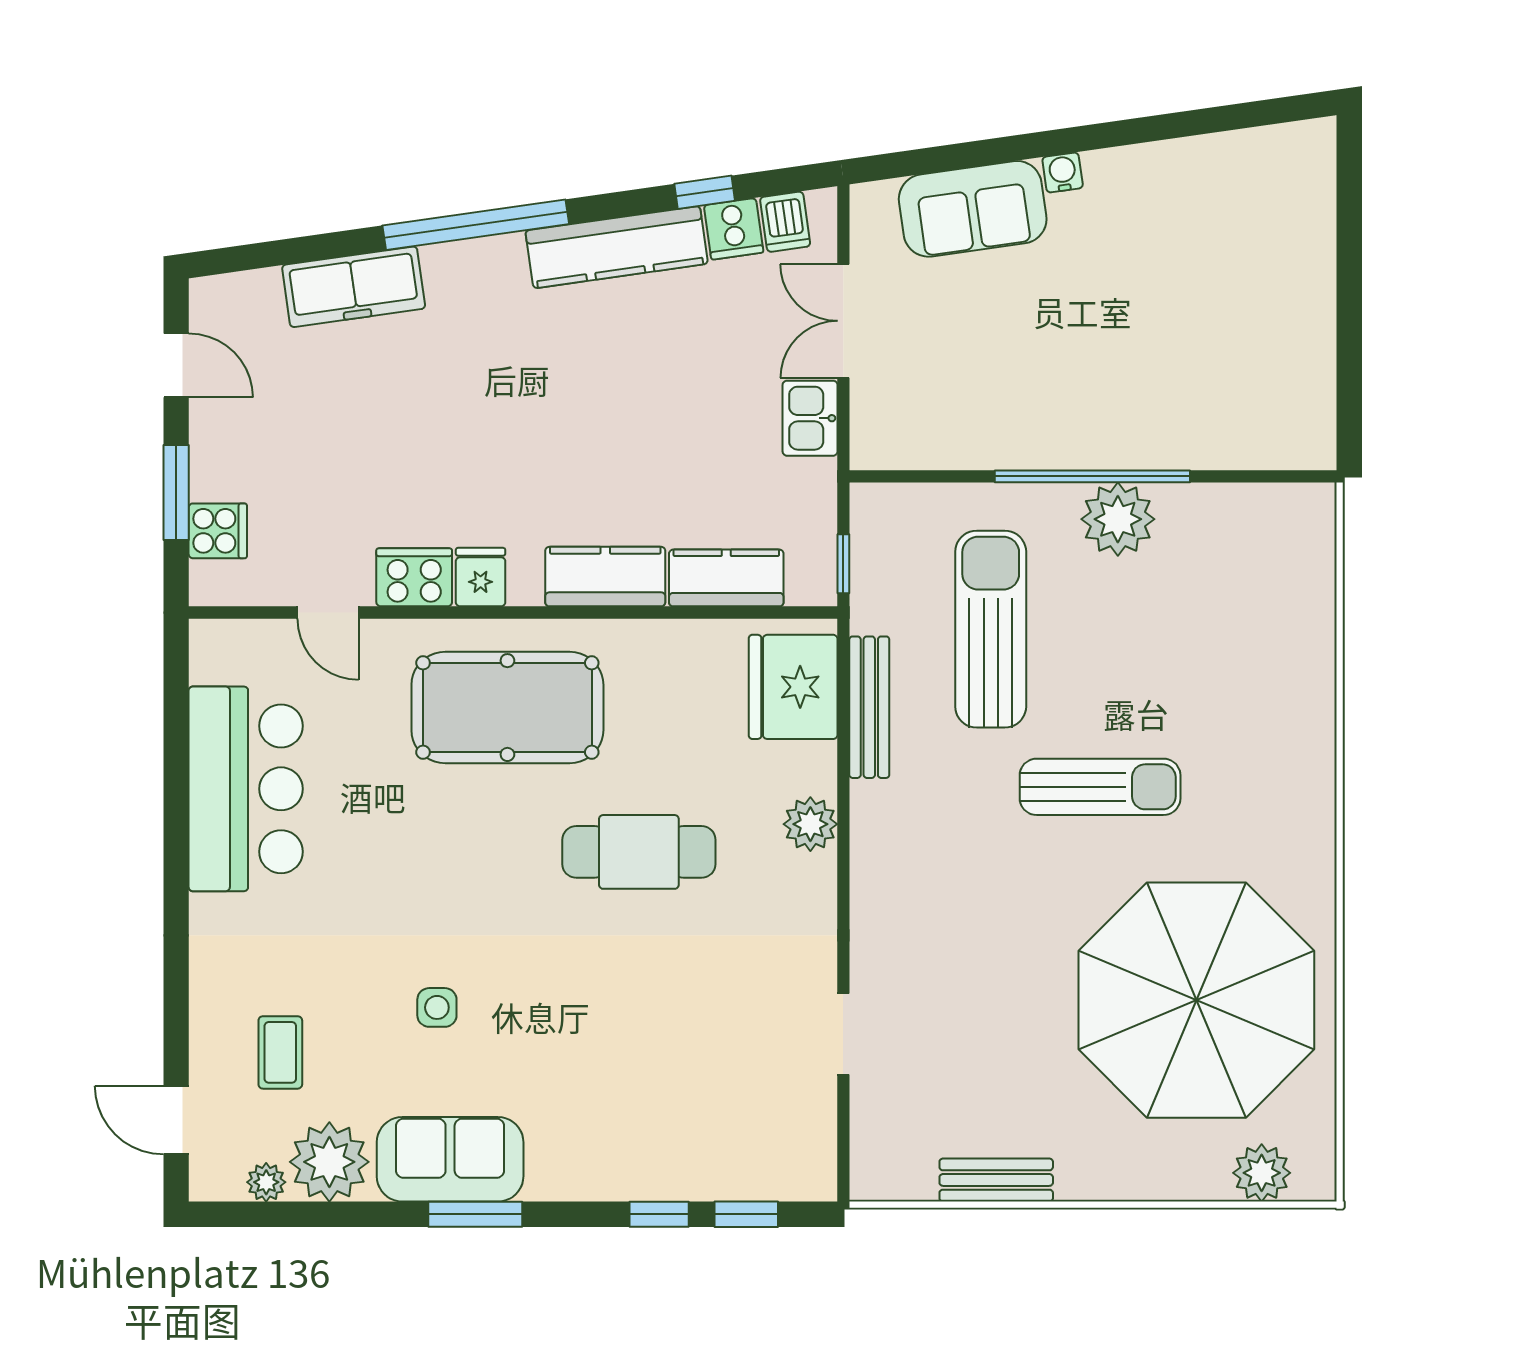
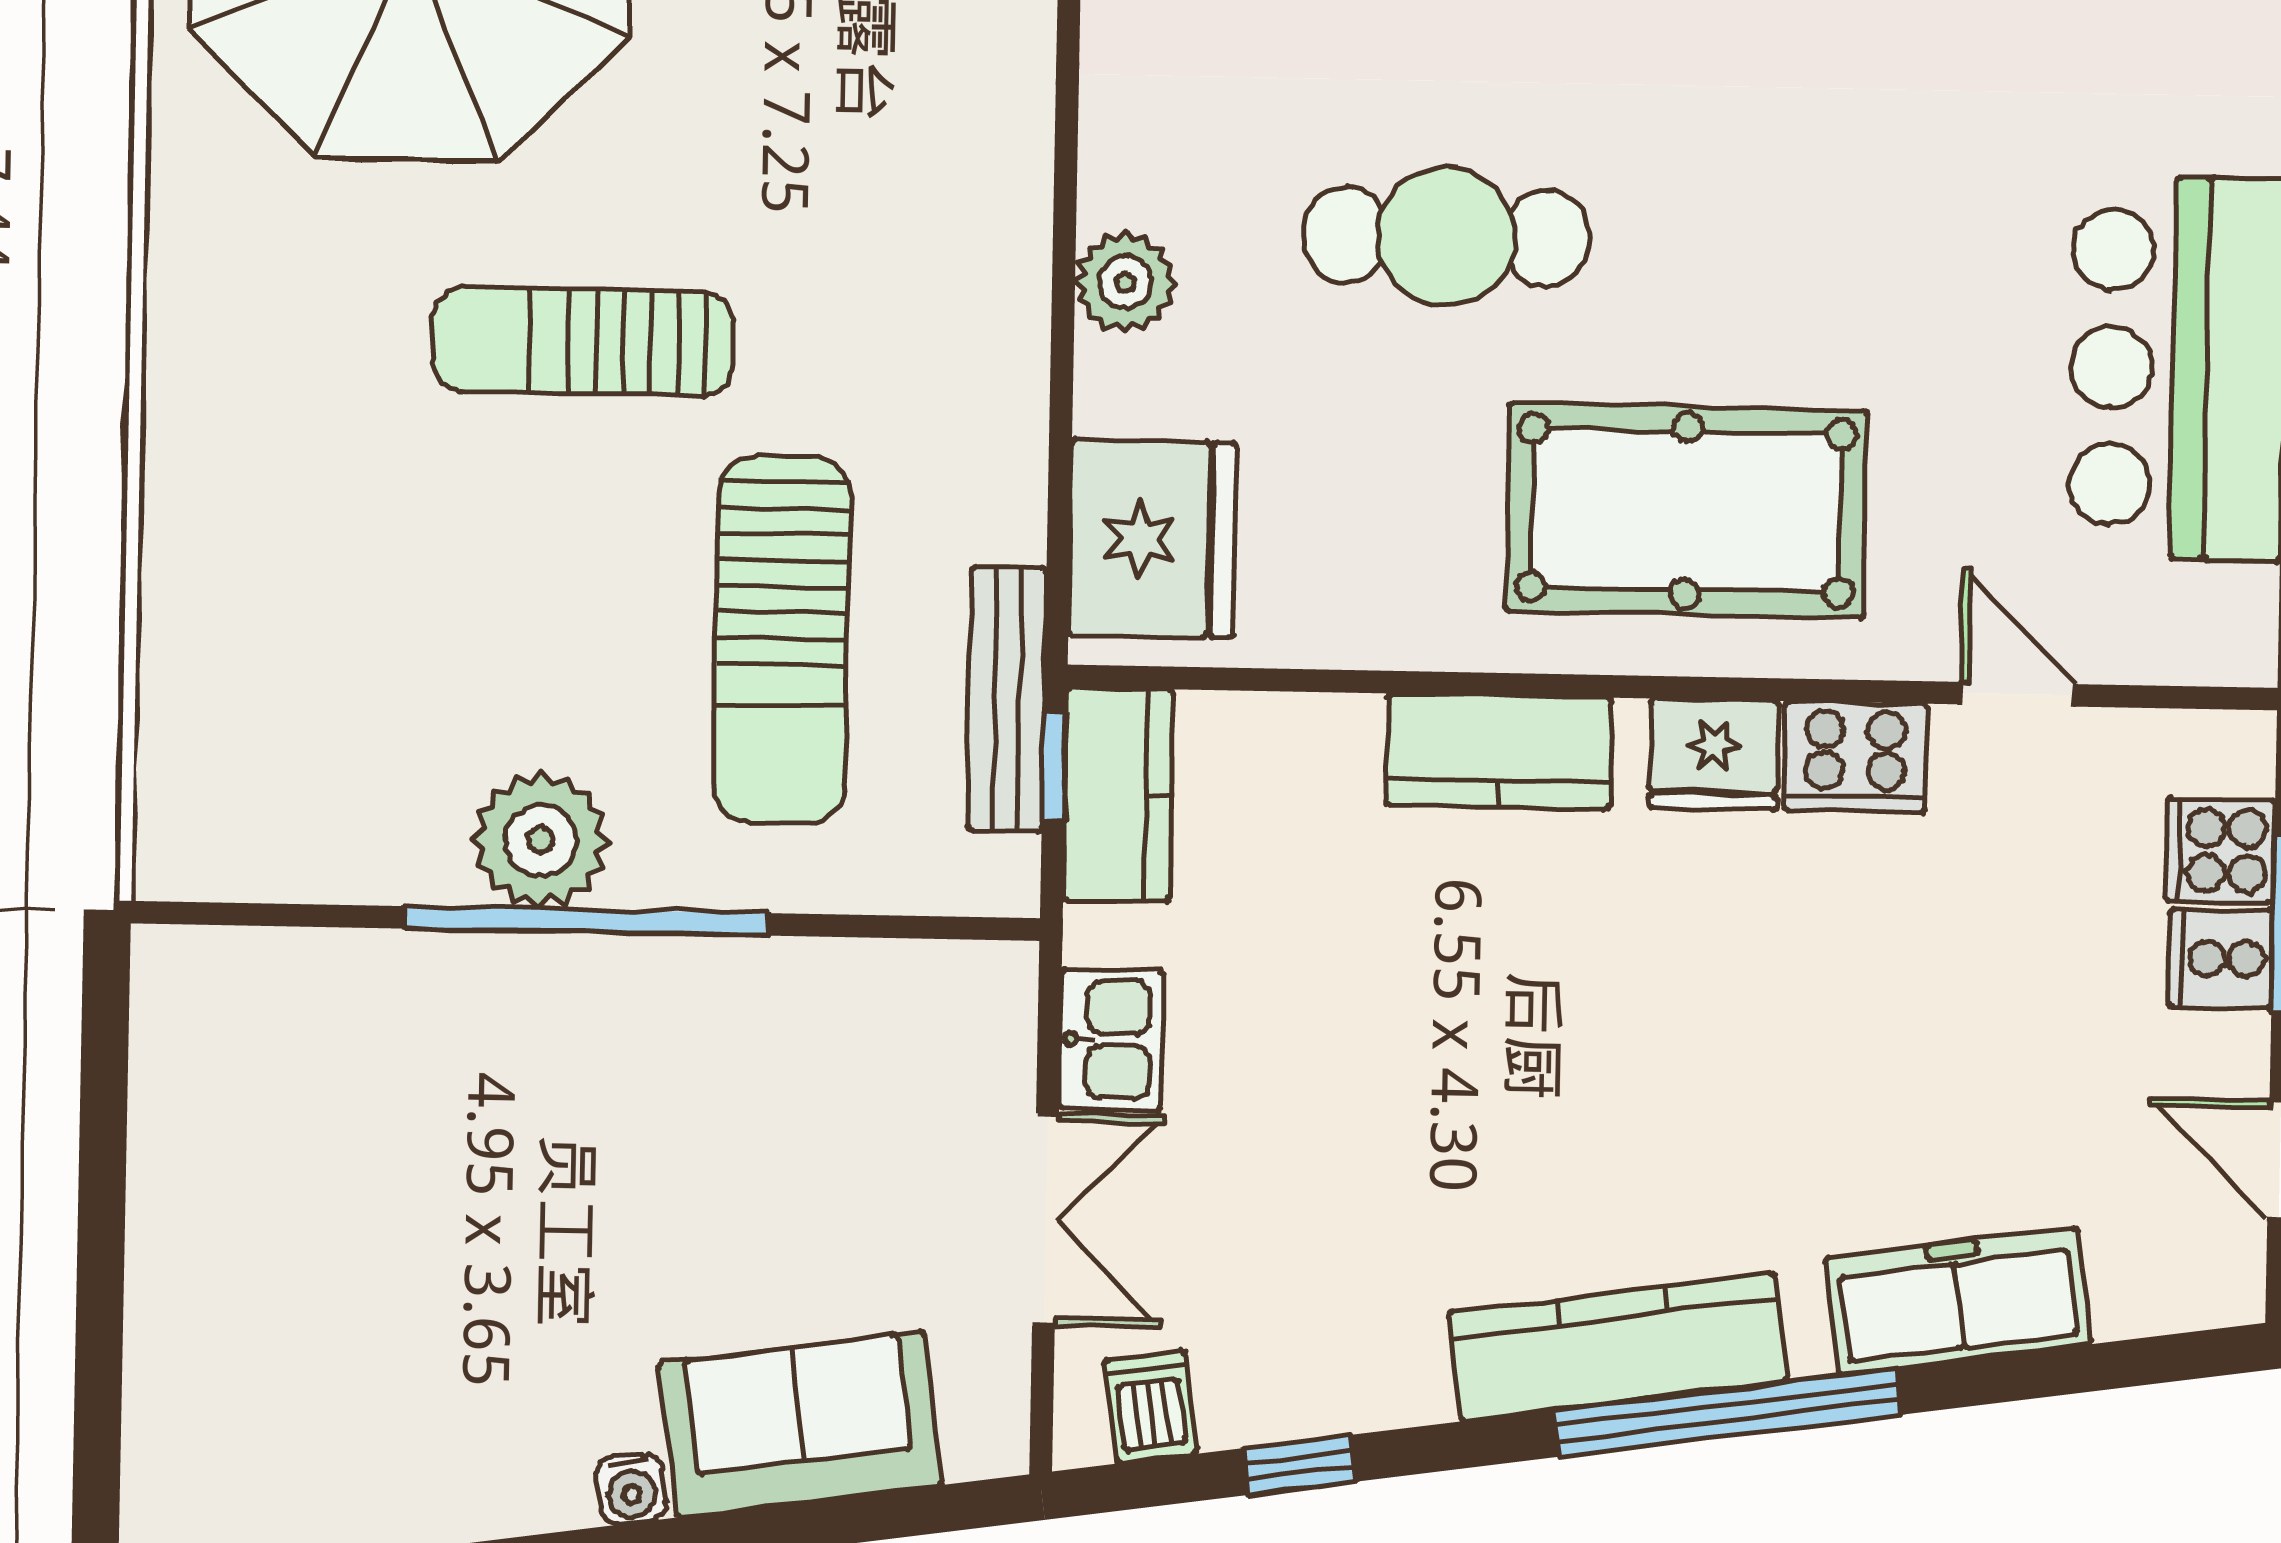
cooker: (734, 229) -> (2221, 959), moved, turned -82
kitchen counter: (617, 247) -> (1618, 1347), moved
fridge: (481, 577) -> (1714, 755), width x1.38
kitchen counter: (726, 578) -> (1118, 795), moved, turned -90
bench: (869, 707) -> (1007, 699), moved

